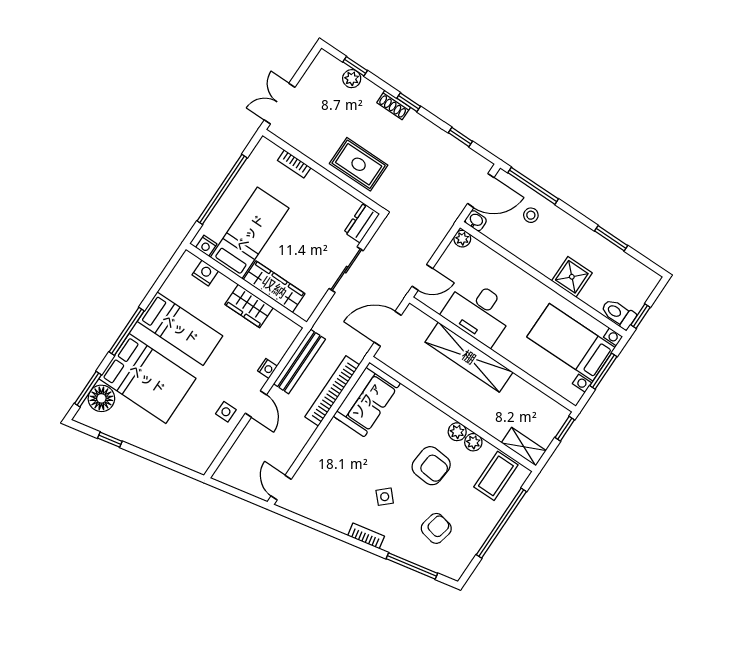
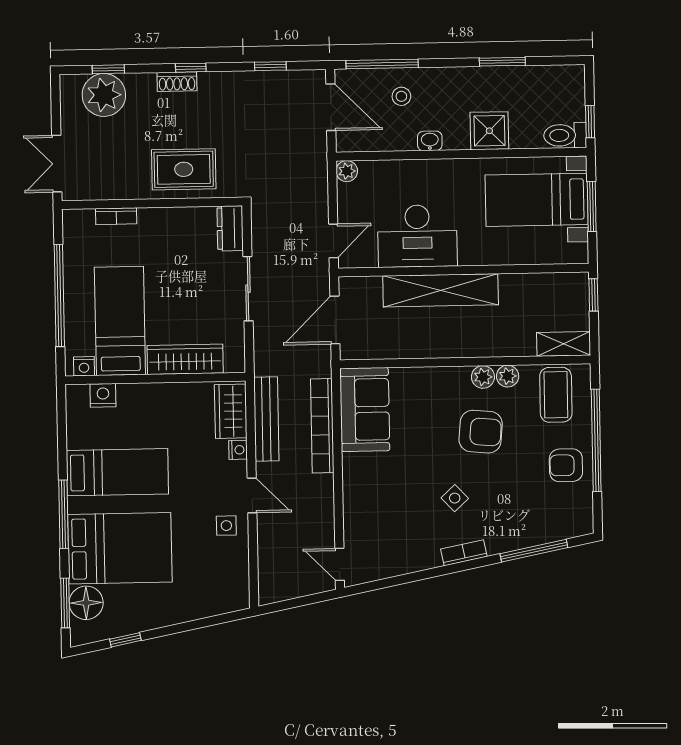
plant: (352, 79) -> (104, 95), width x1.87, depth x1.87
door: (481, 191) -> (331, 107), hinge flipped
washbasin: (476, 221) -> (430, 141), moved
wardrobe: (249, 306) -> (231, 411), moved, turned 90
armchair: (436, 528) -> (566, 465), moved, turned -102

